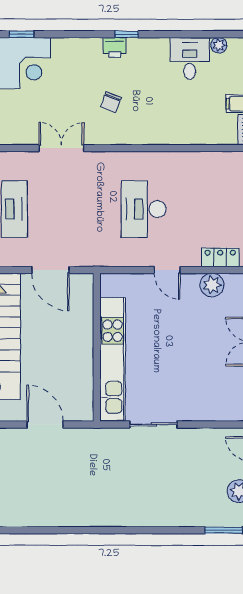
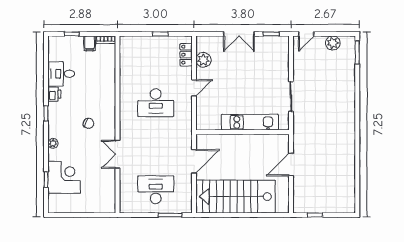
plant: (219, 45) -> (53, 143), moved
printer: (115, 48) -> (54, 94), moved
kitchen unit: (113, 359) -> (250, 122), width x0.73

